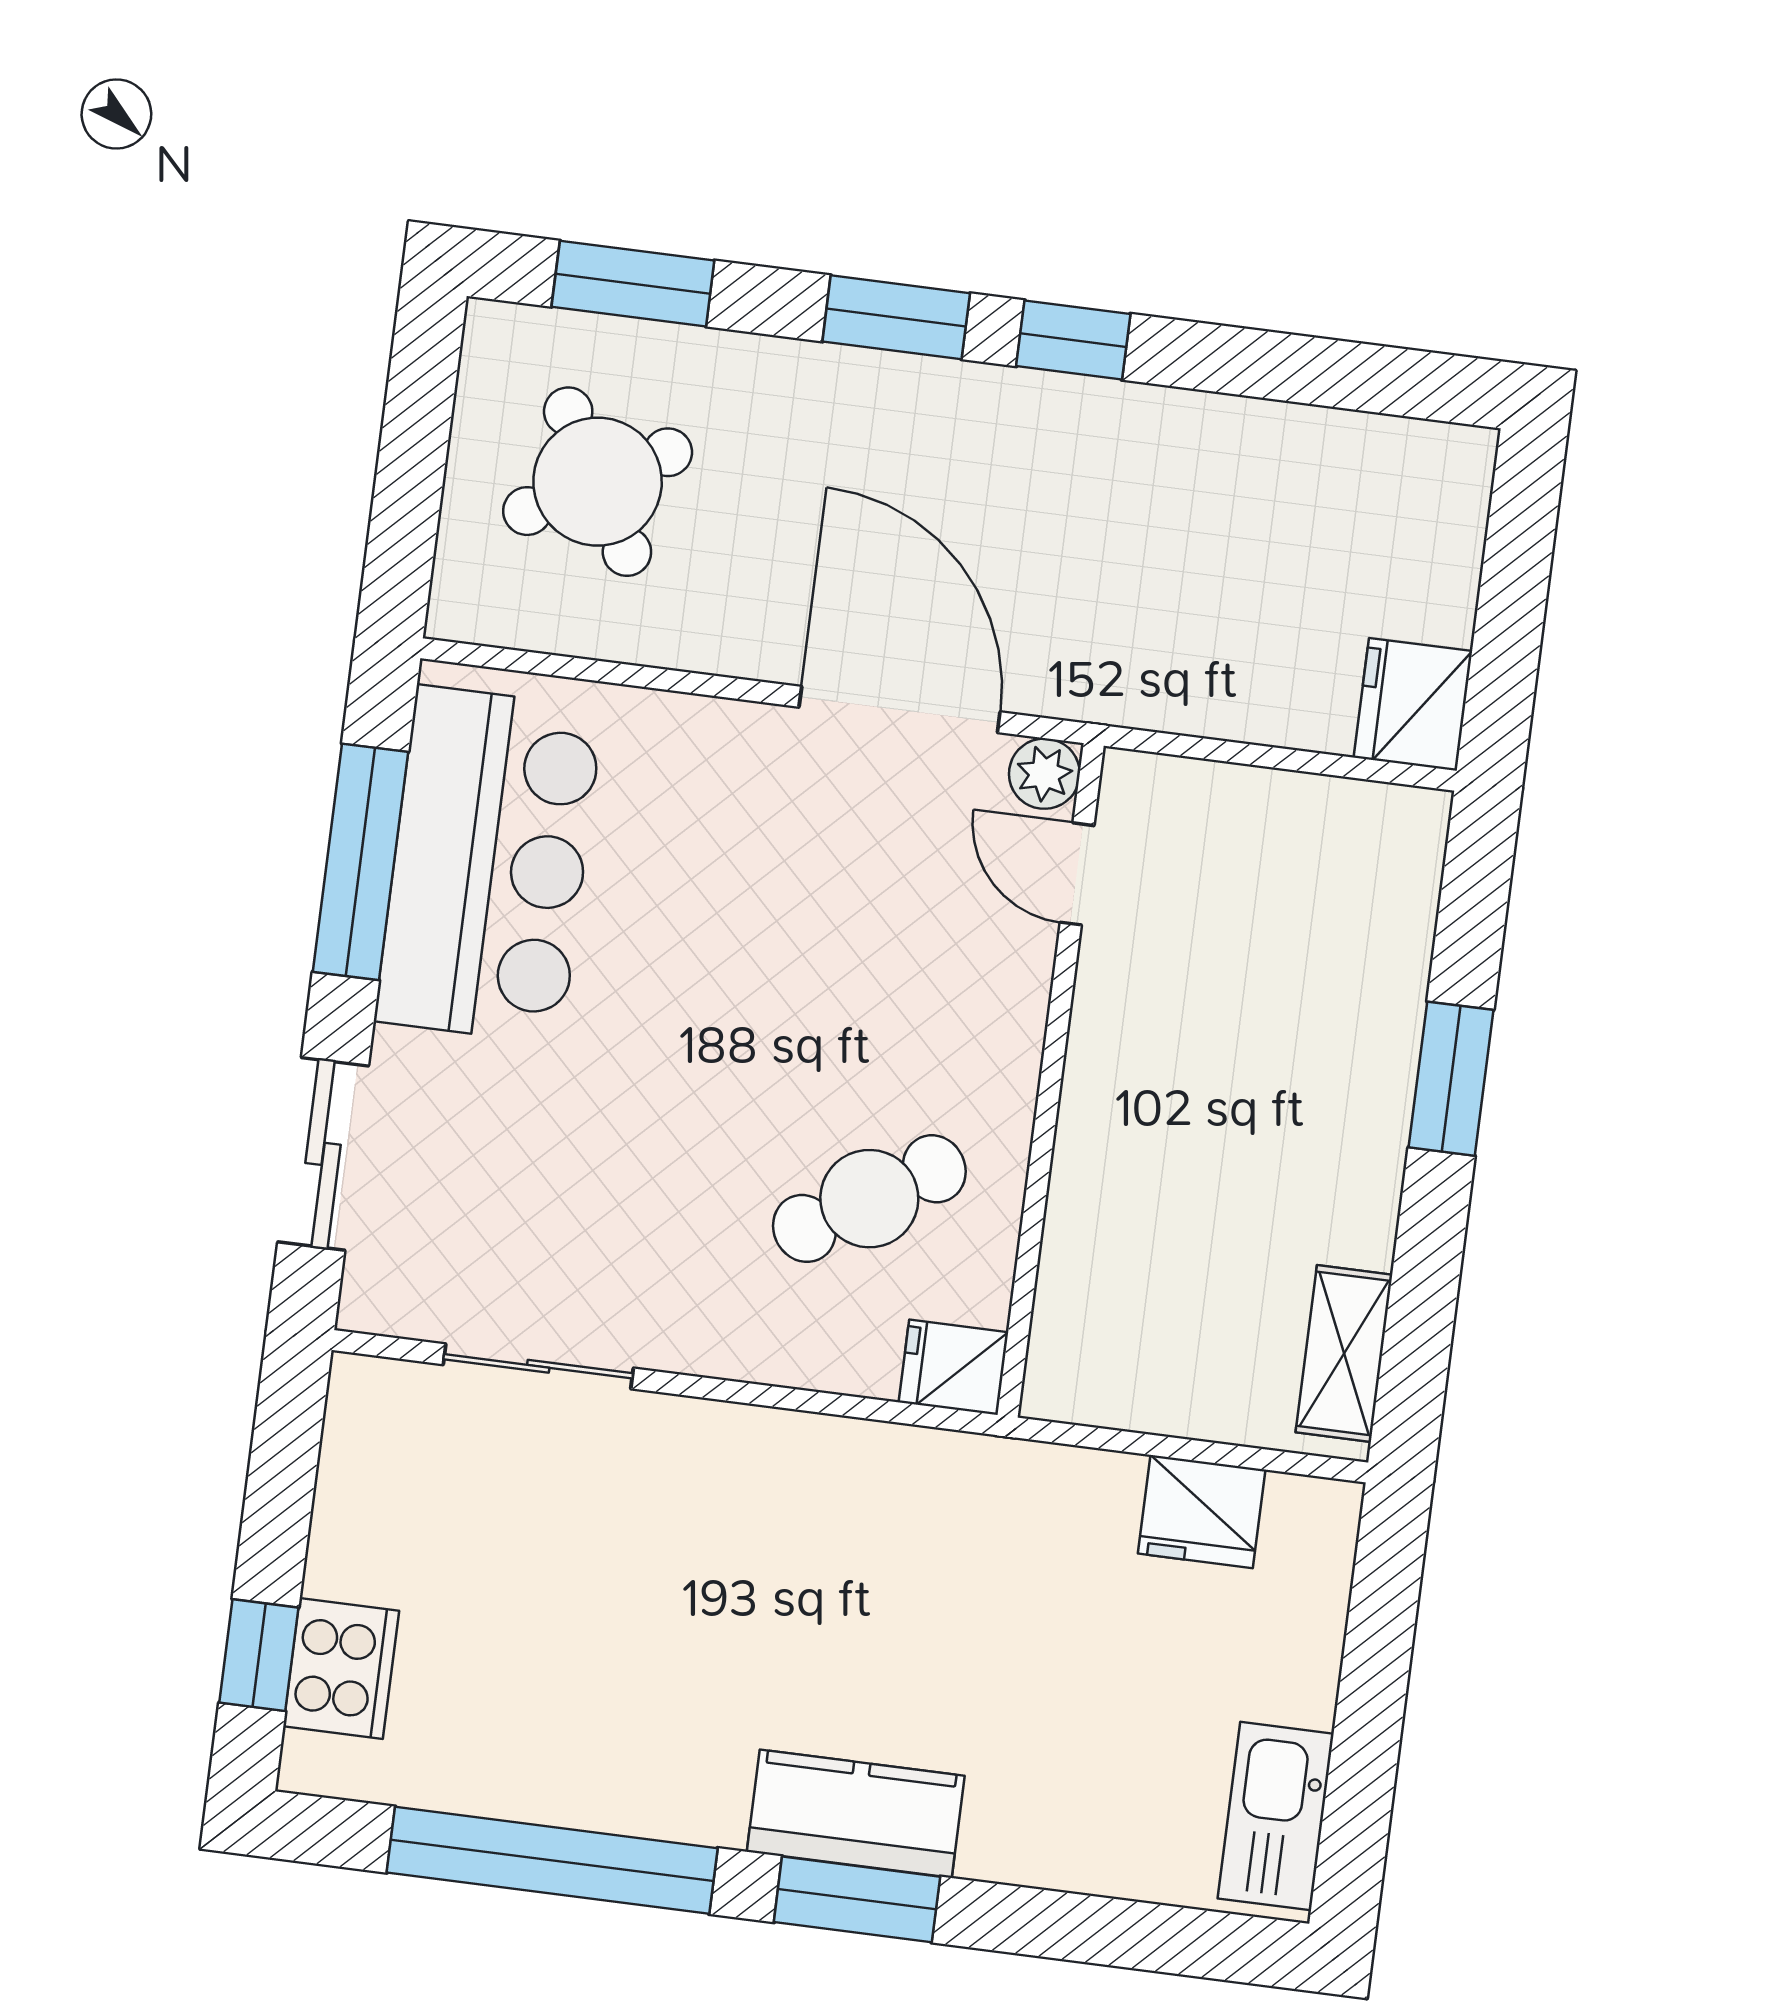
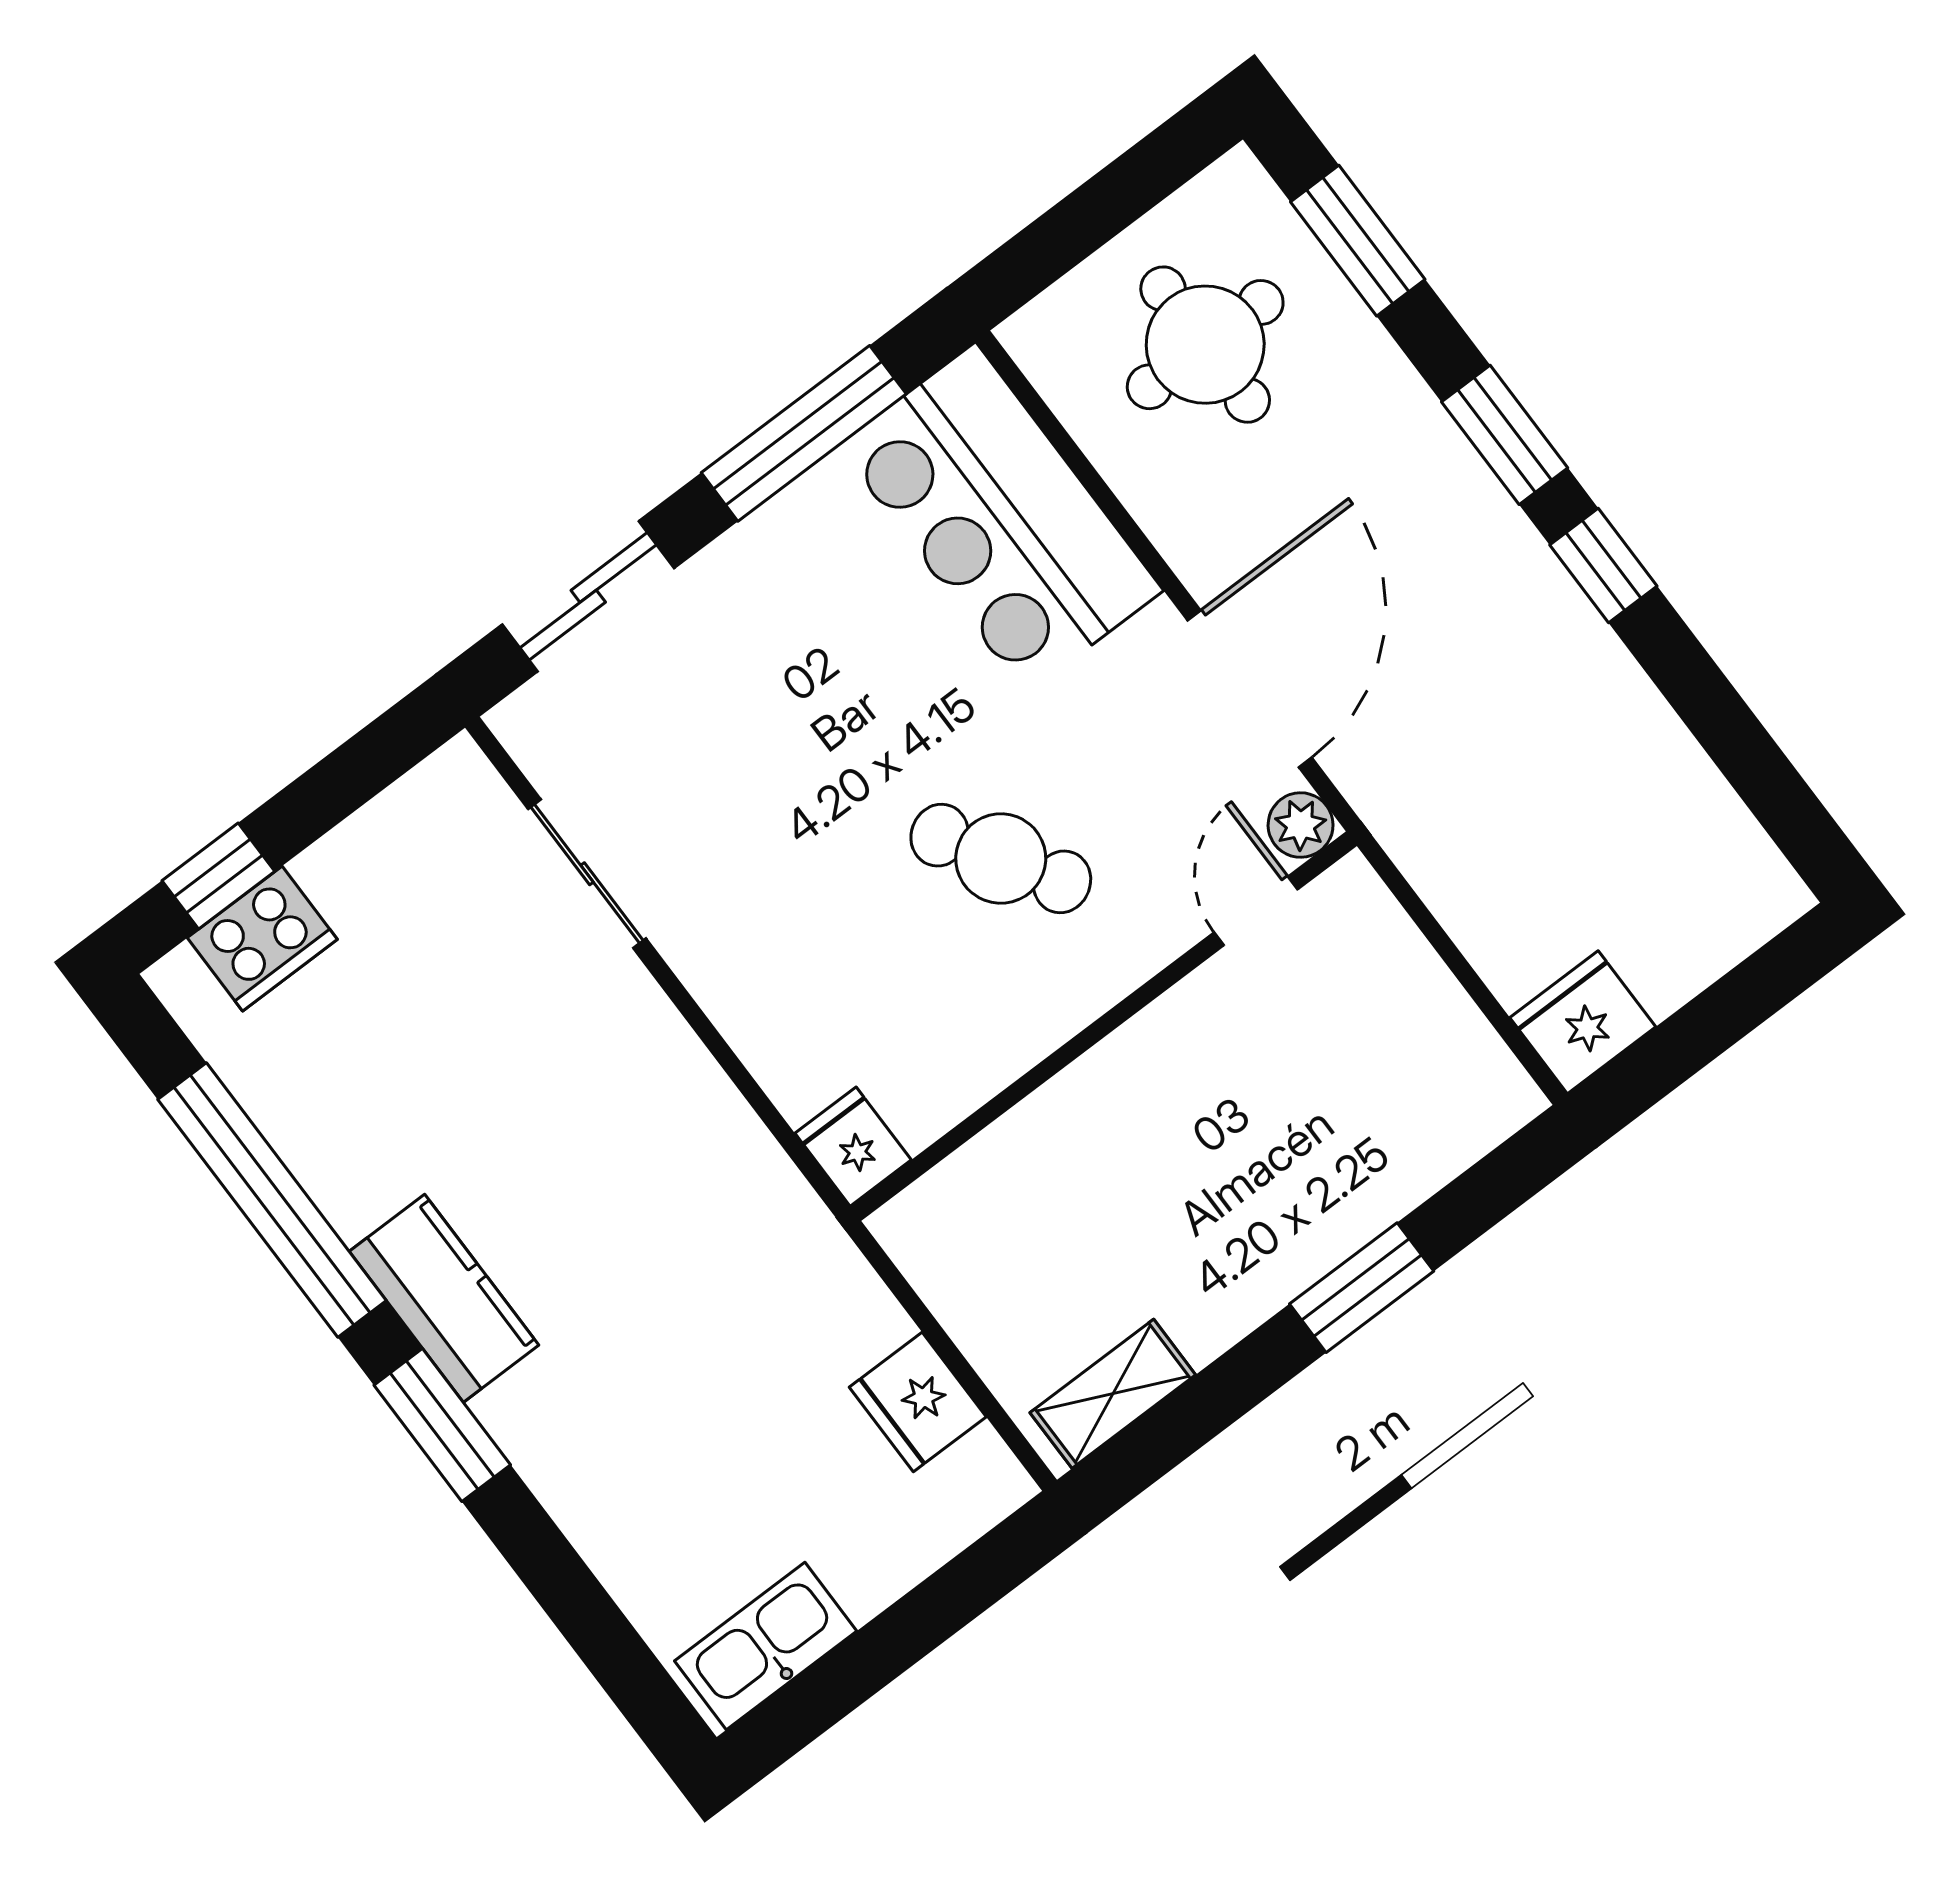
round table: (598, 482) -> (1205, 345), turned 30
bar counter: (489, 865) -> (1001, 518), moved, turned 90
cafe table: (869, 1199) -> (1001, 859), moved
kitchen counter: (856, 1814) -> (444, 1298), moved

